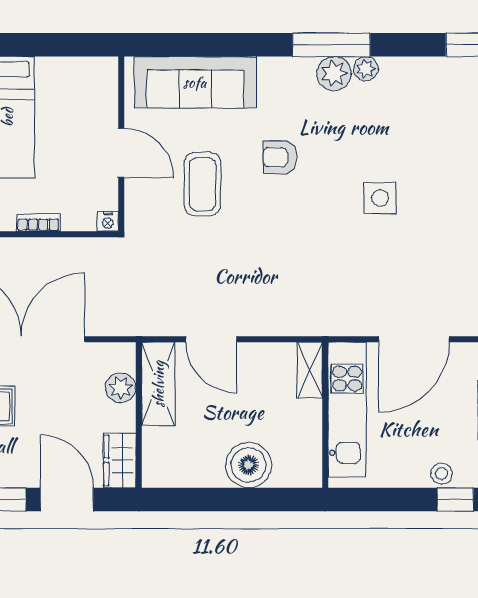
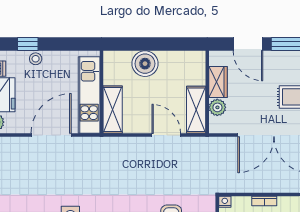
shelving: (310, 370) -> (113, 110), width x1.50, depth x1.33
wardrobe: (120, 460) -> (218, 82), moved

